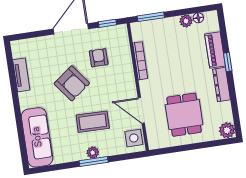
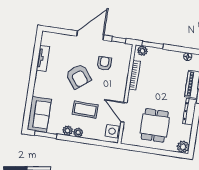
plant: (186, 21) -> (142, 51), moved
sofa: (37, 137) -> (39, 114), width x0.73
plant: (79, 154) -> (68, 131), added
window: (94, 162) -> (46, 135), moved

